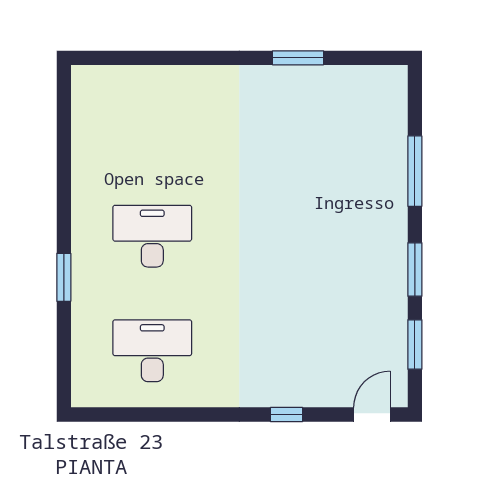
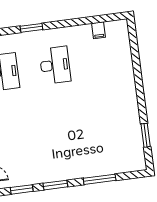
window: (298, 58) -> (146, 135), moved
filing cabinet: (88, 131) -> (99, 30), added

